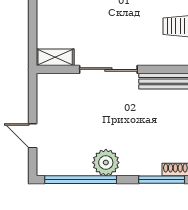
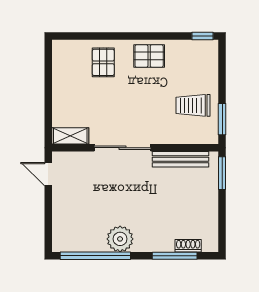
door: (33, 136) -> (48, 174), moved

